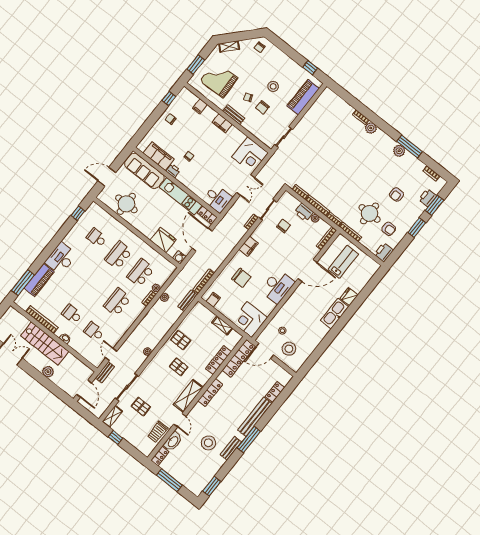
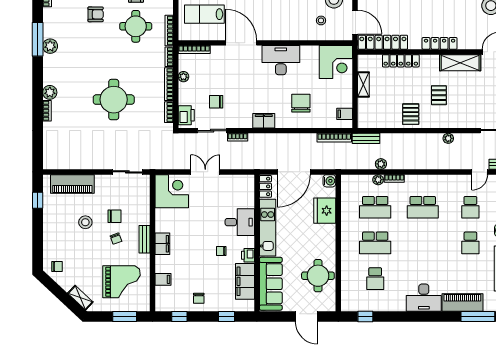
grand piano: (219, 80) -> (121, 282), turned -88
window: (146, 127) -> (227, 316), added
round table: (335, 164) -> (114, 100), added
desk: (218, 199) -> (240, 222), moved, turned 90
printer: (304, 212) -> (186, 115), moved

